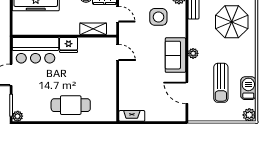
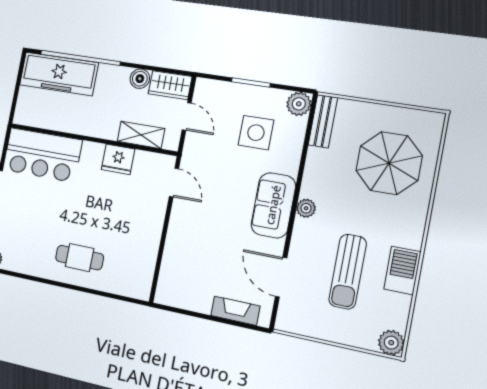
fridge: (69, 45) -> (118, 159), moved
barbecue: (248, 88) -> (402, 270), moved
cafe table: (71, 105) -> (80, 258), width x0.73, depth x0.74
fireplace: (132, 116) -> (235, 311), moved

